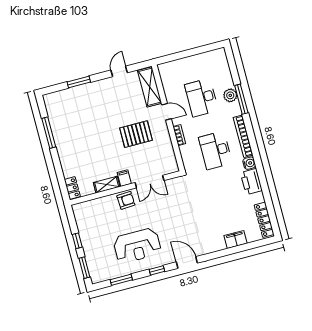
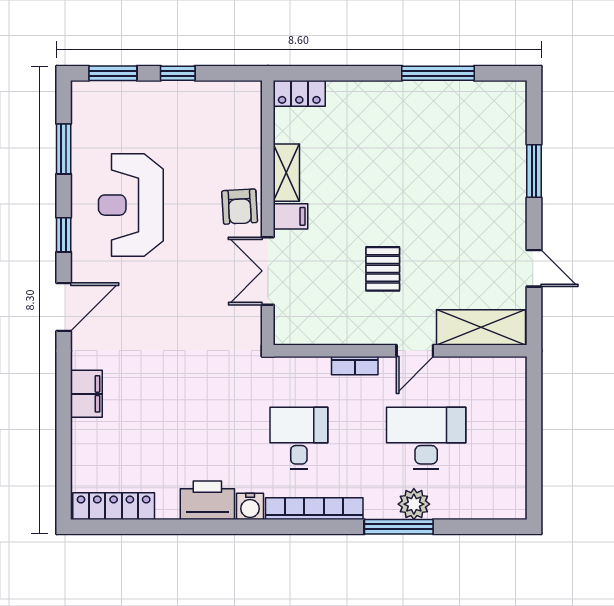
pallet: (136, 134) -> (383, 269), width x0.67, depth x0.71
desk: (215, 150) -> (299, 438), width x0.73
filing cabinet: (236, 239) -> (86, 394), moved

